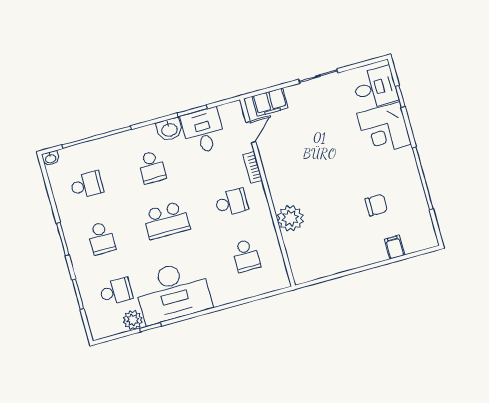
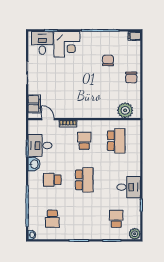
school desk: (152, 167) -> (52, 180), turned 180
school desk: (87, 185) -> (52, 219), turned 180
plant: (290, 218) -> (125, 110), moved
school desk: (101, 238) -> (84, 219), removed
filing cabinet: (395, 247) -> (134, 36), moved
chair: (358, 252) -> (131, 78), added
school desk: (246, 256) -> (116, 141), width x1.85
desk: (173, 292) -> (129, 187), width x0.53, depth x0.77
plant: (133, 320) -> (135, 234), moved

